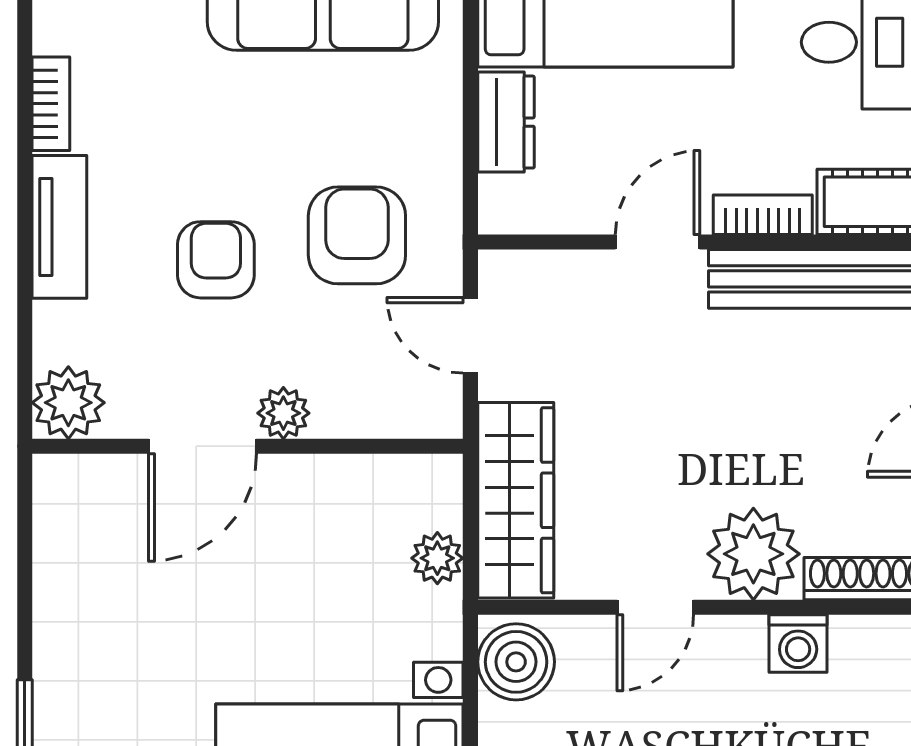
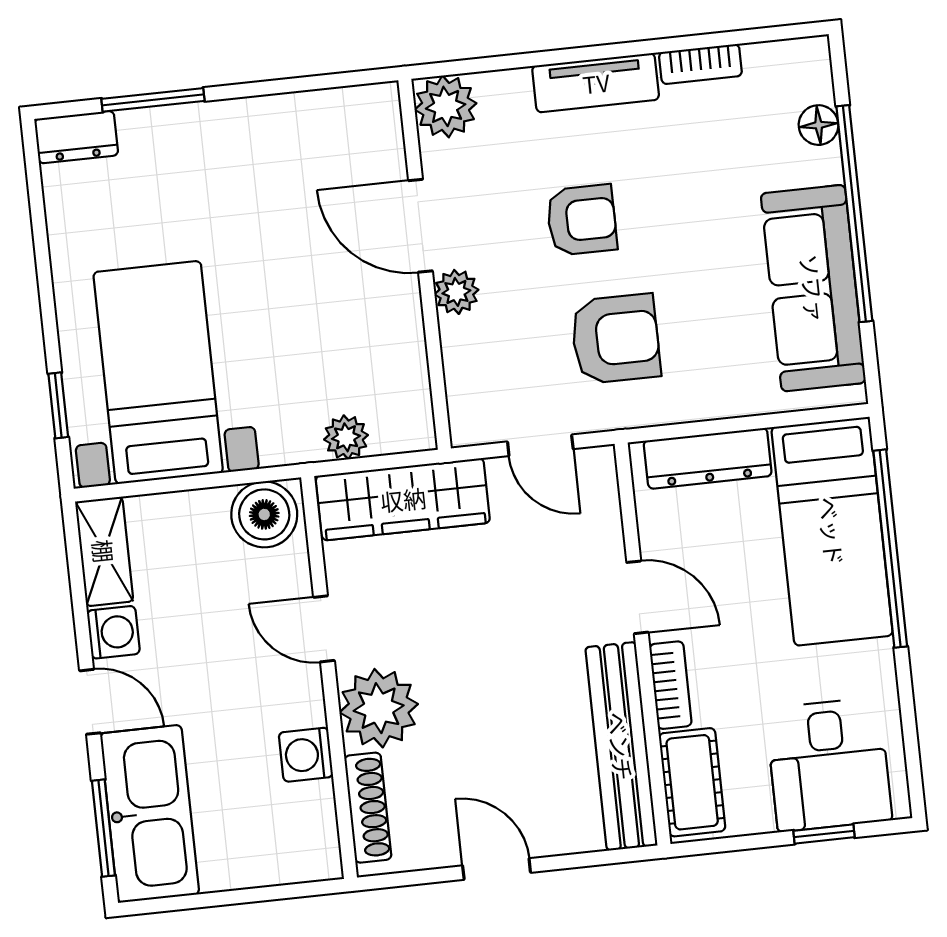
dresser: (506, 122) -> (708, 458), width x1.44
door: (470, 335) -> (540, 445), swing flipped

